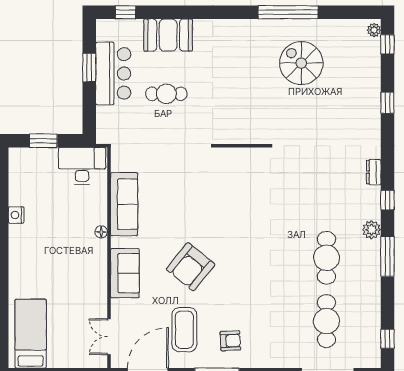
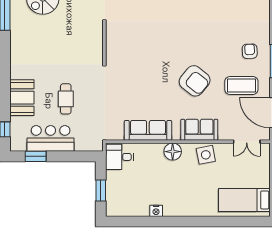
window: (89, 68) -> (36, 156), moved
desk: (82, 166) -> (119, 157), width x0.73
floor lamp: (101, 232) -> (173, 152), width x1.89, depth x1.89
side table: (91, 282) -> (206, 155), added

